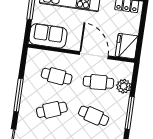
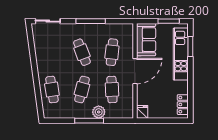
fridge: (127, 46) -> (142, 112), width x0.53, depth x0.75
door: (94, 55) -> (135, 71), moved
plant: (124, 86) -> (99, 112), moved

